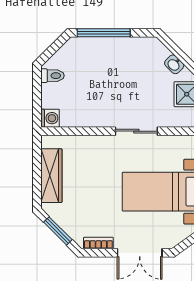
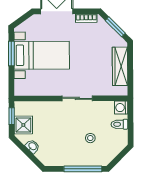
toilet: (53, 76) -> (119, 124), moved
stool: (93, 76) -> (90, 138), added
sliding door: (136, 131) -> (77, 98), moved

